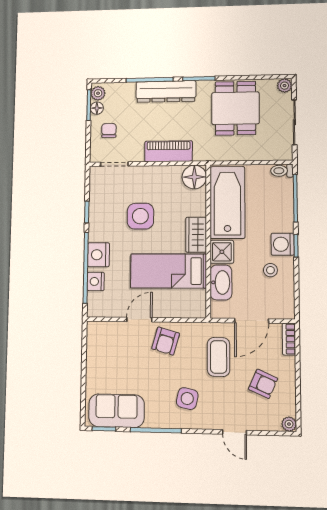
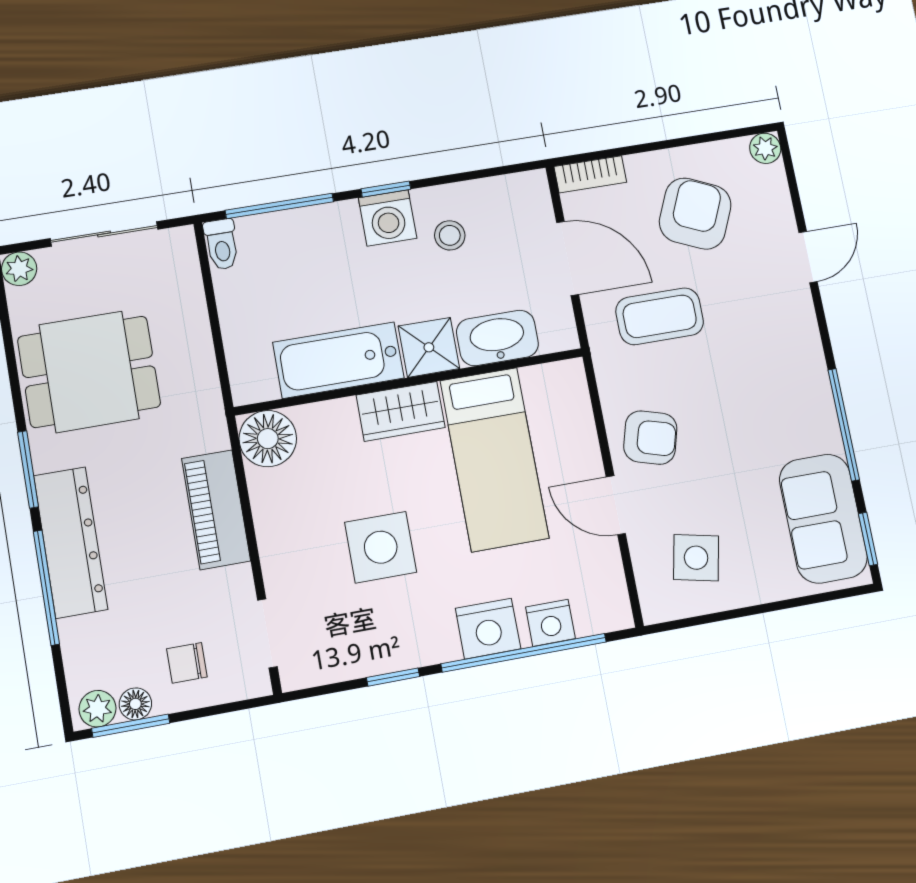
bathtub: (227, 202) -> (338, 360), width x0.73, depth x0.73
armchair: (263, 384) -> (695, 214), width x1.38, depth x1.38
side table: (187, 399) -> (696, 558), moved

